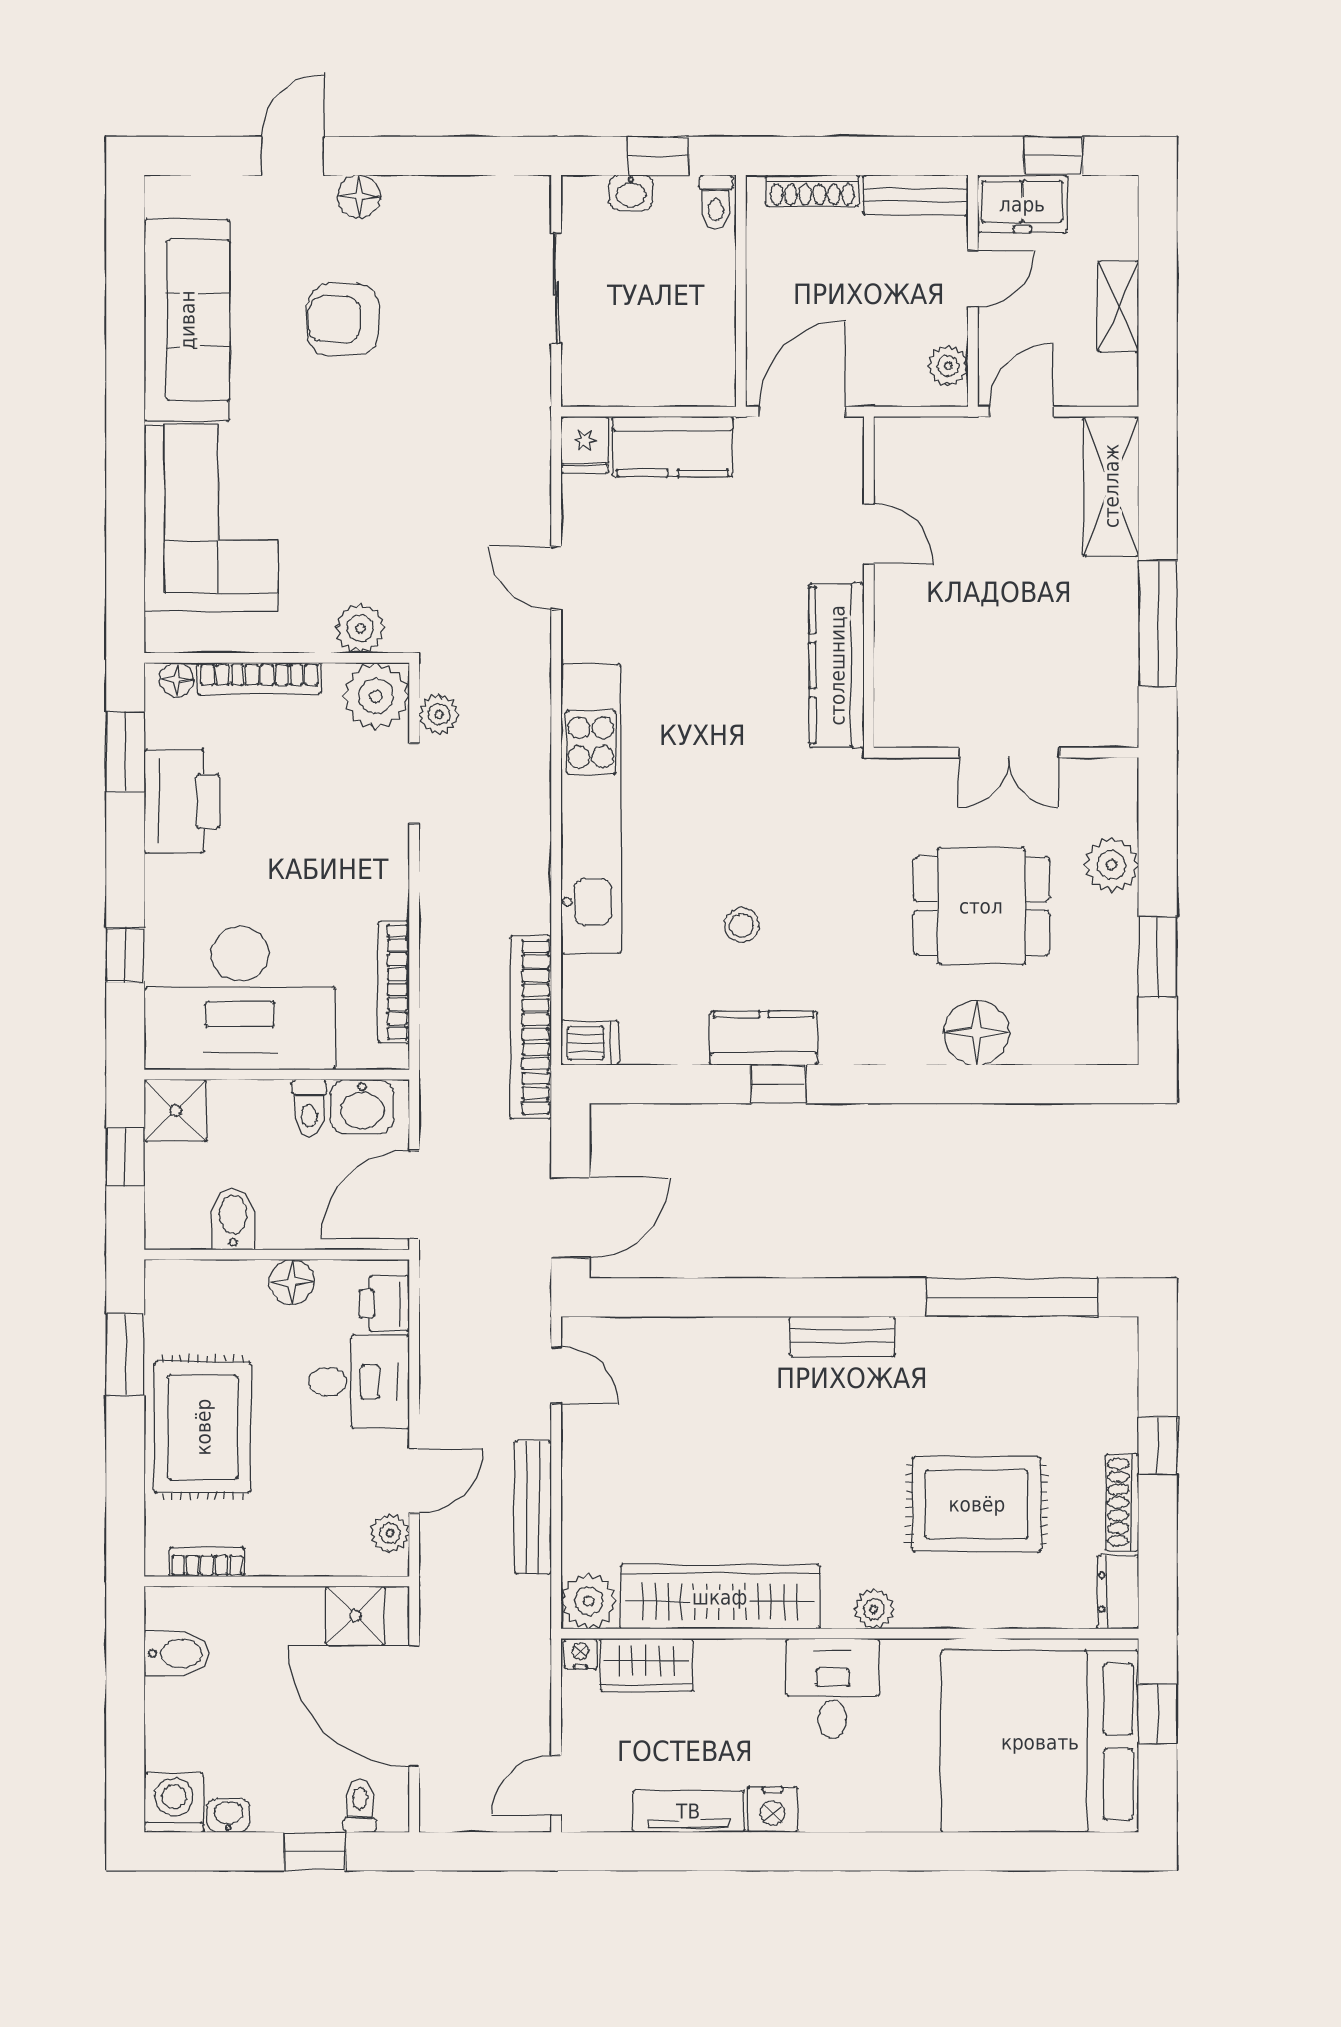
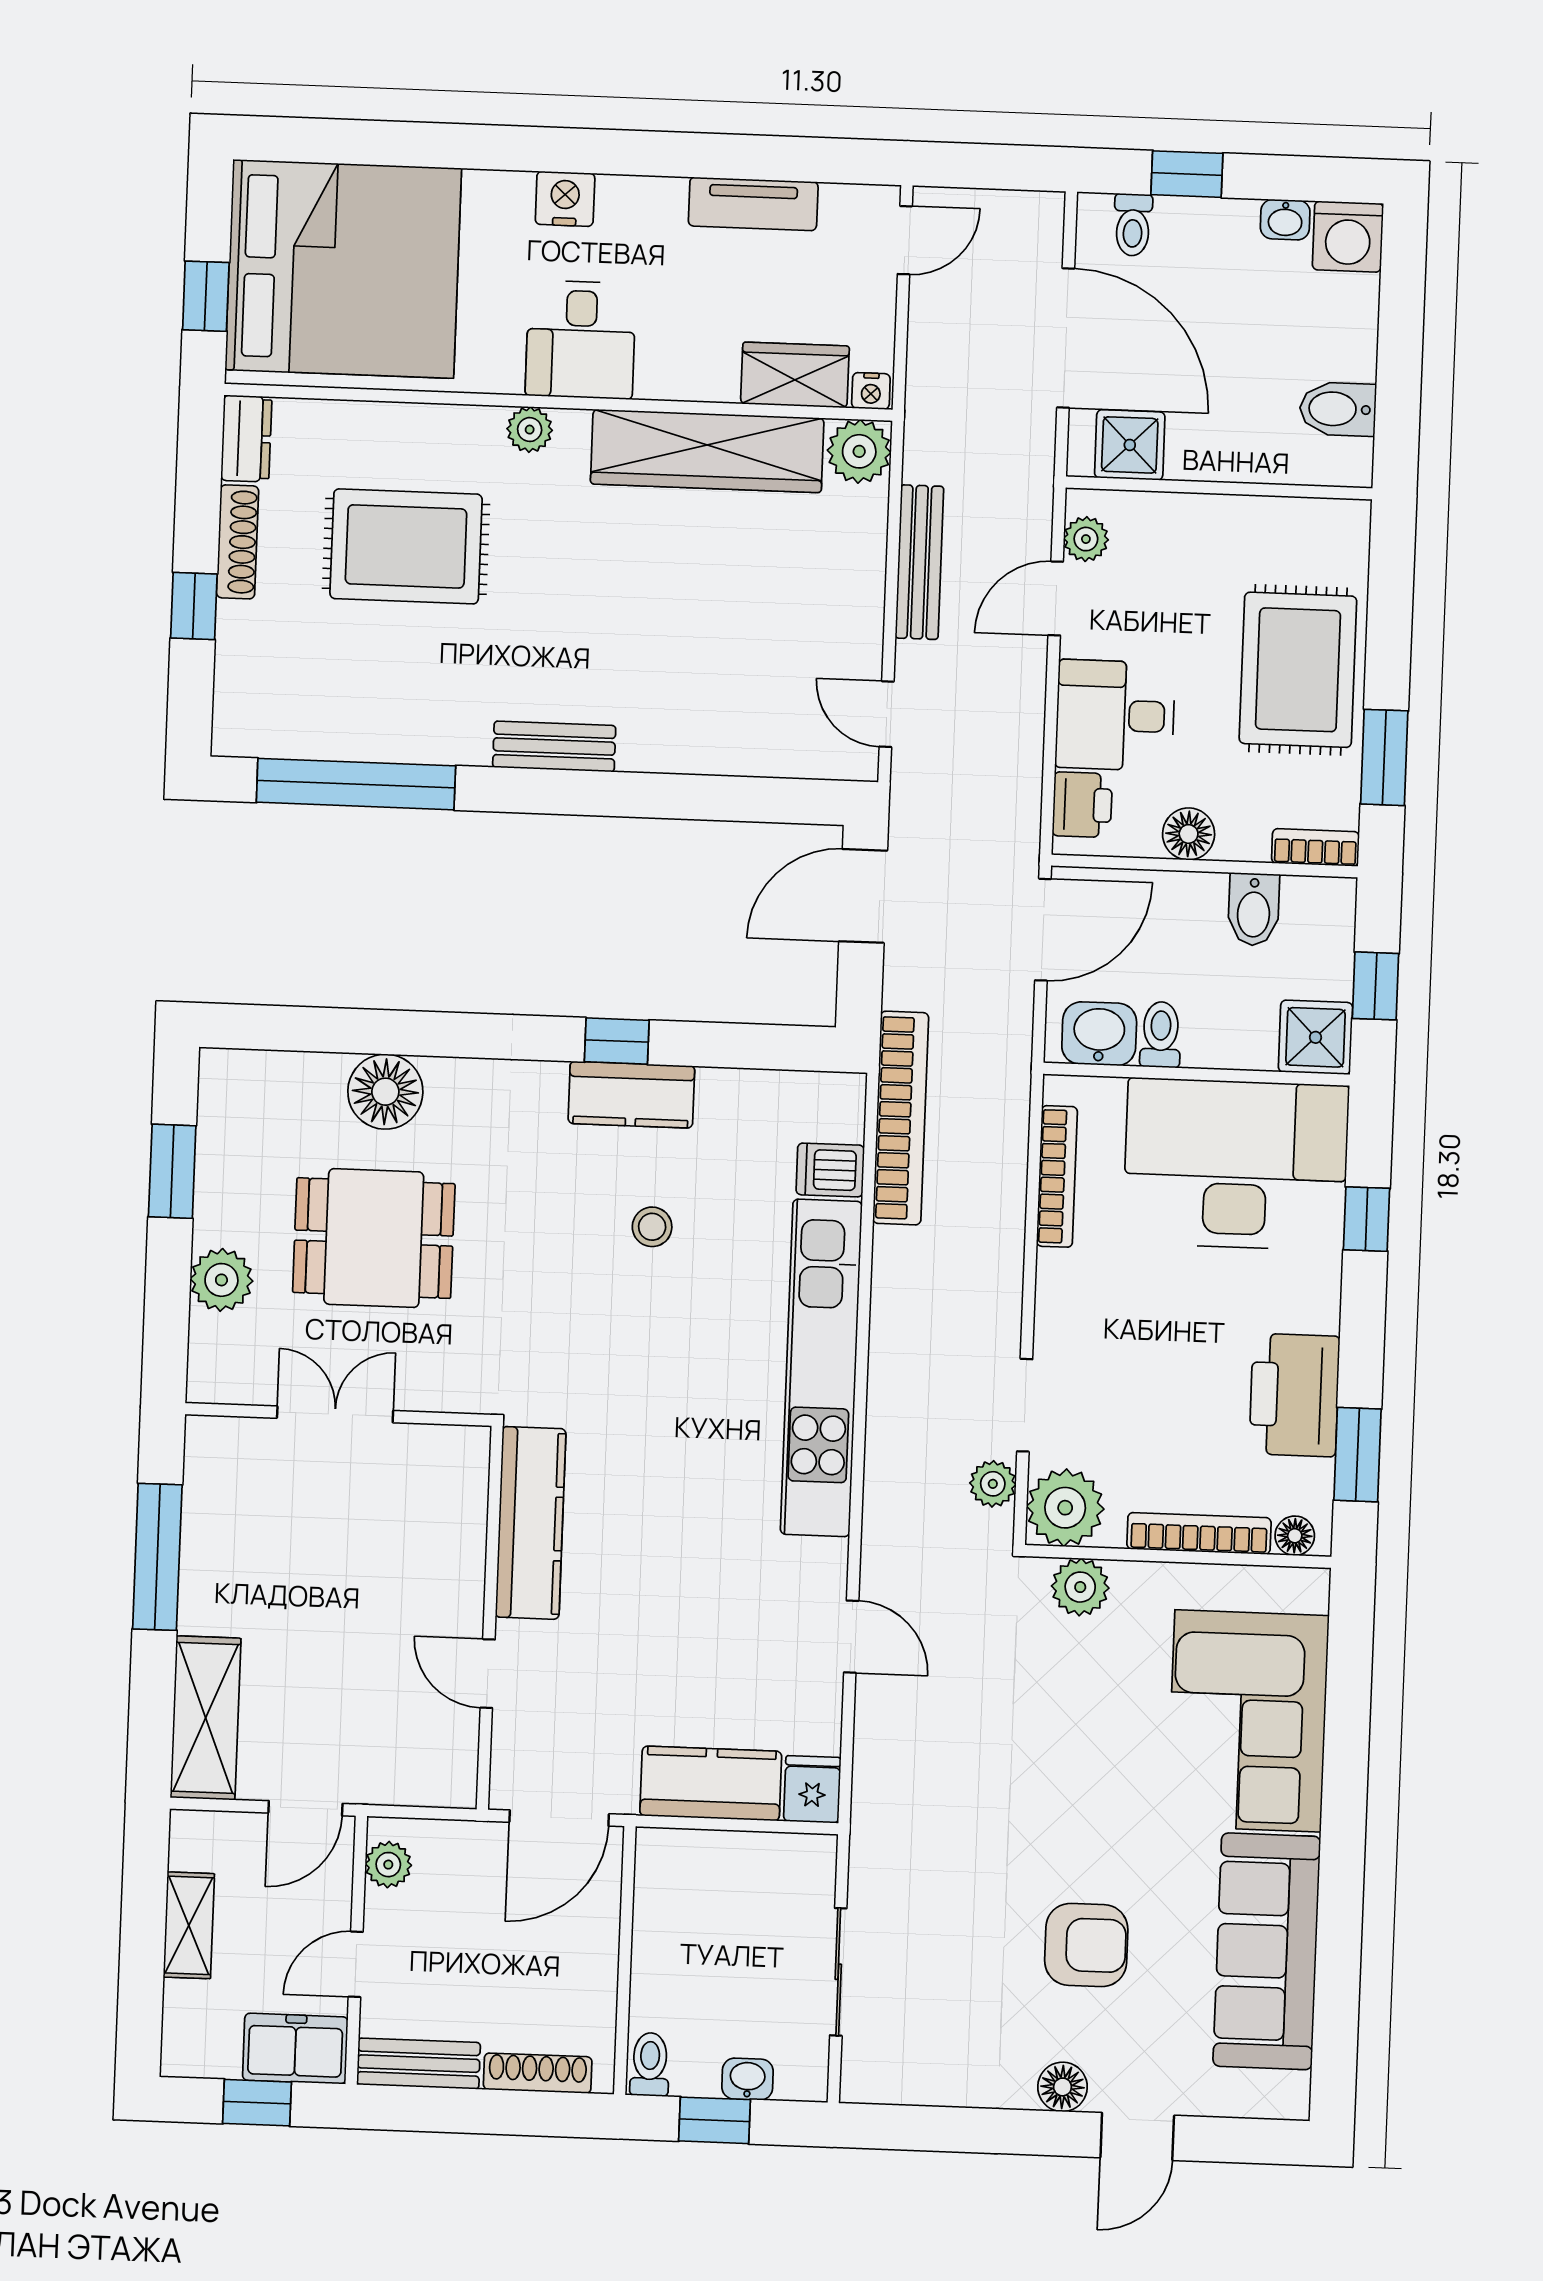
dishwasher: (590, 1043) -> (830, 1170), moved
bookcase: (207, 1562) -> (1315, 847), moved, turned 180
nightstand: (773, 1809) -> (565, 199), moved

